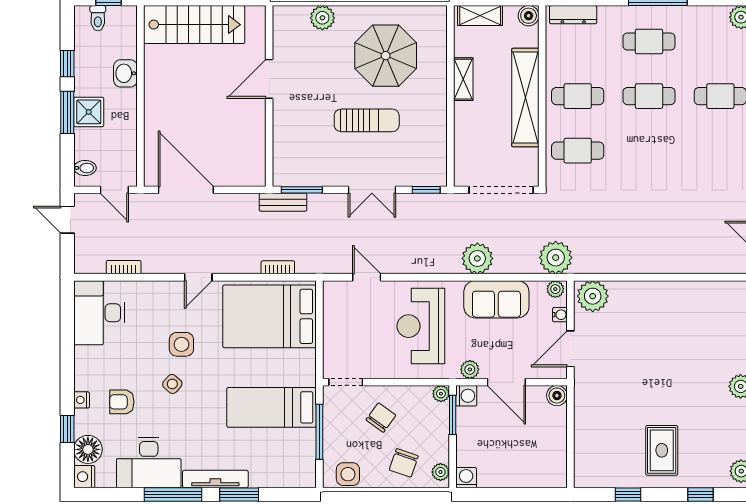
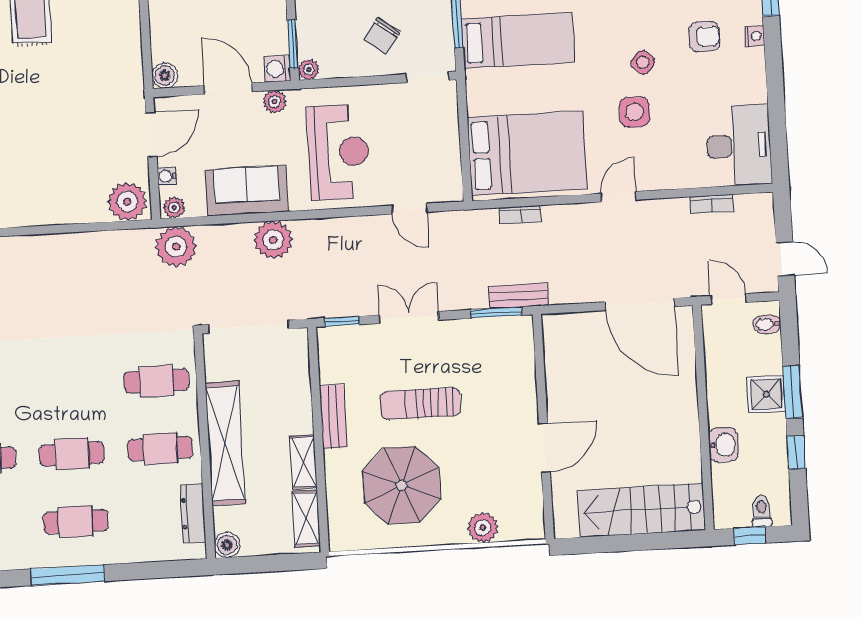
dresser: (573, 15) -> (193, 513), moved, turned -90
shelving: (480, 16) -> (306, 518), moved, turned 90
bench: (437, 114) -> (333, 417), added

